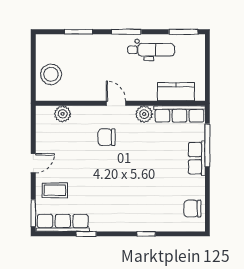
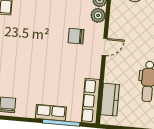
plant: (144, 114) -> (98, 15), moved
chair: (107, 137) -> (76, 36), turned -90

